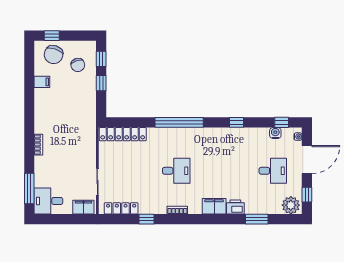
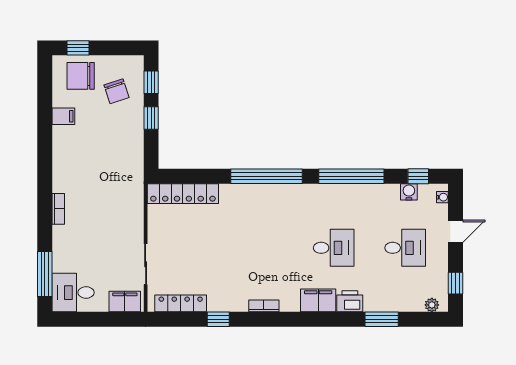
chair: (54, 55) -> (81, 76), turned 71
window: (236, 122) -> (351, 176), width x3.17
door: (307, 160) -> (456, 231), width x0.53
desk: (176, 171) -> (334, 248), moved
plant: (291, 205) -> (432, 305), width x0.53, depth x0.53

